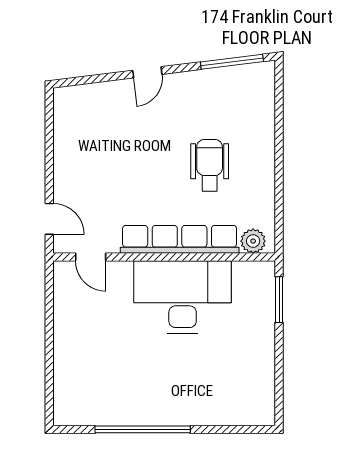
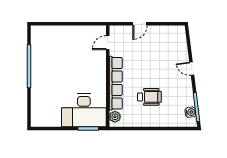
water cooler: (243, 75) -> (190, 112), added
door: (49, 219) -> (140, 24), moved
desk: (183, 297) -> (84, 110), moved, turned 90

